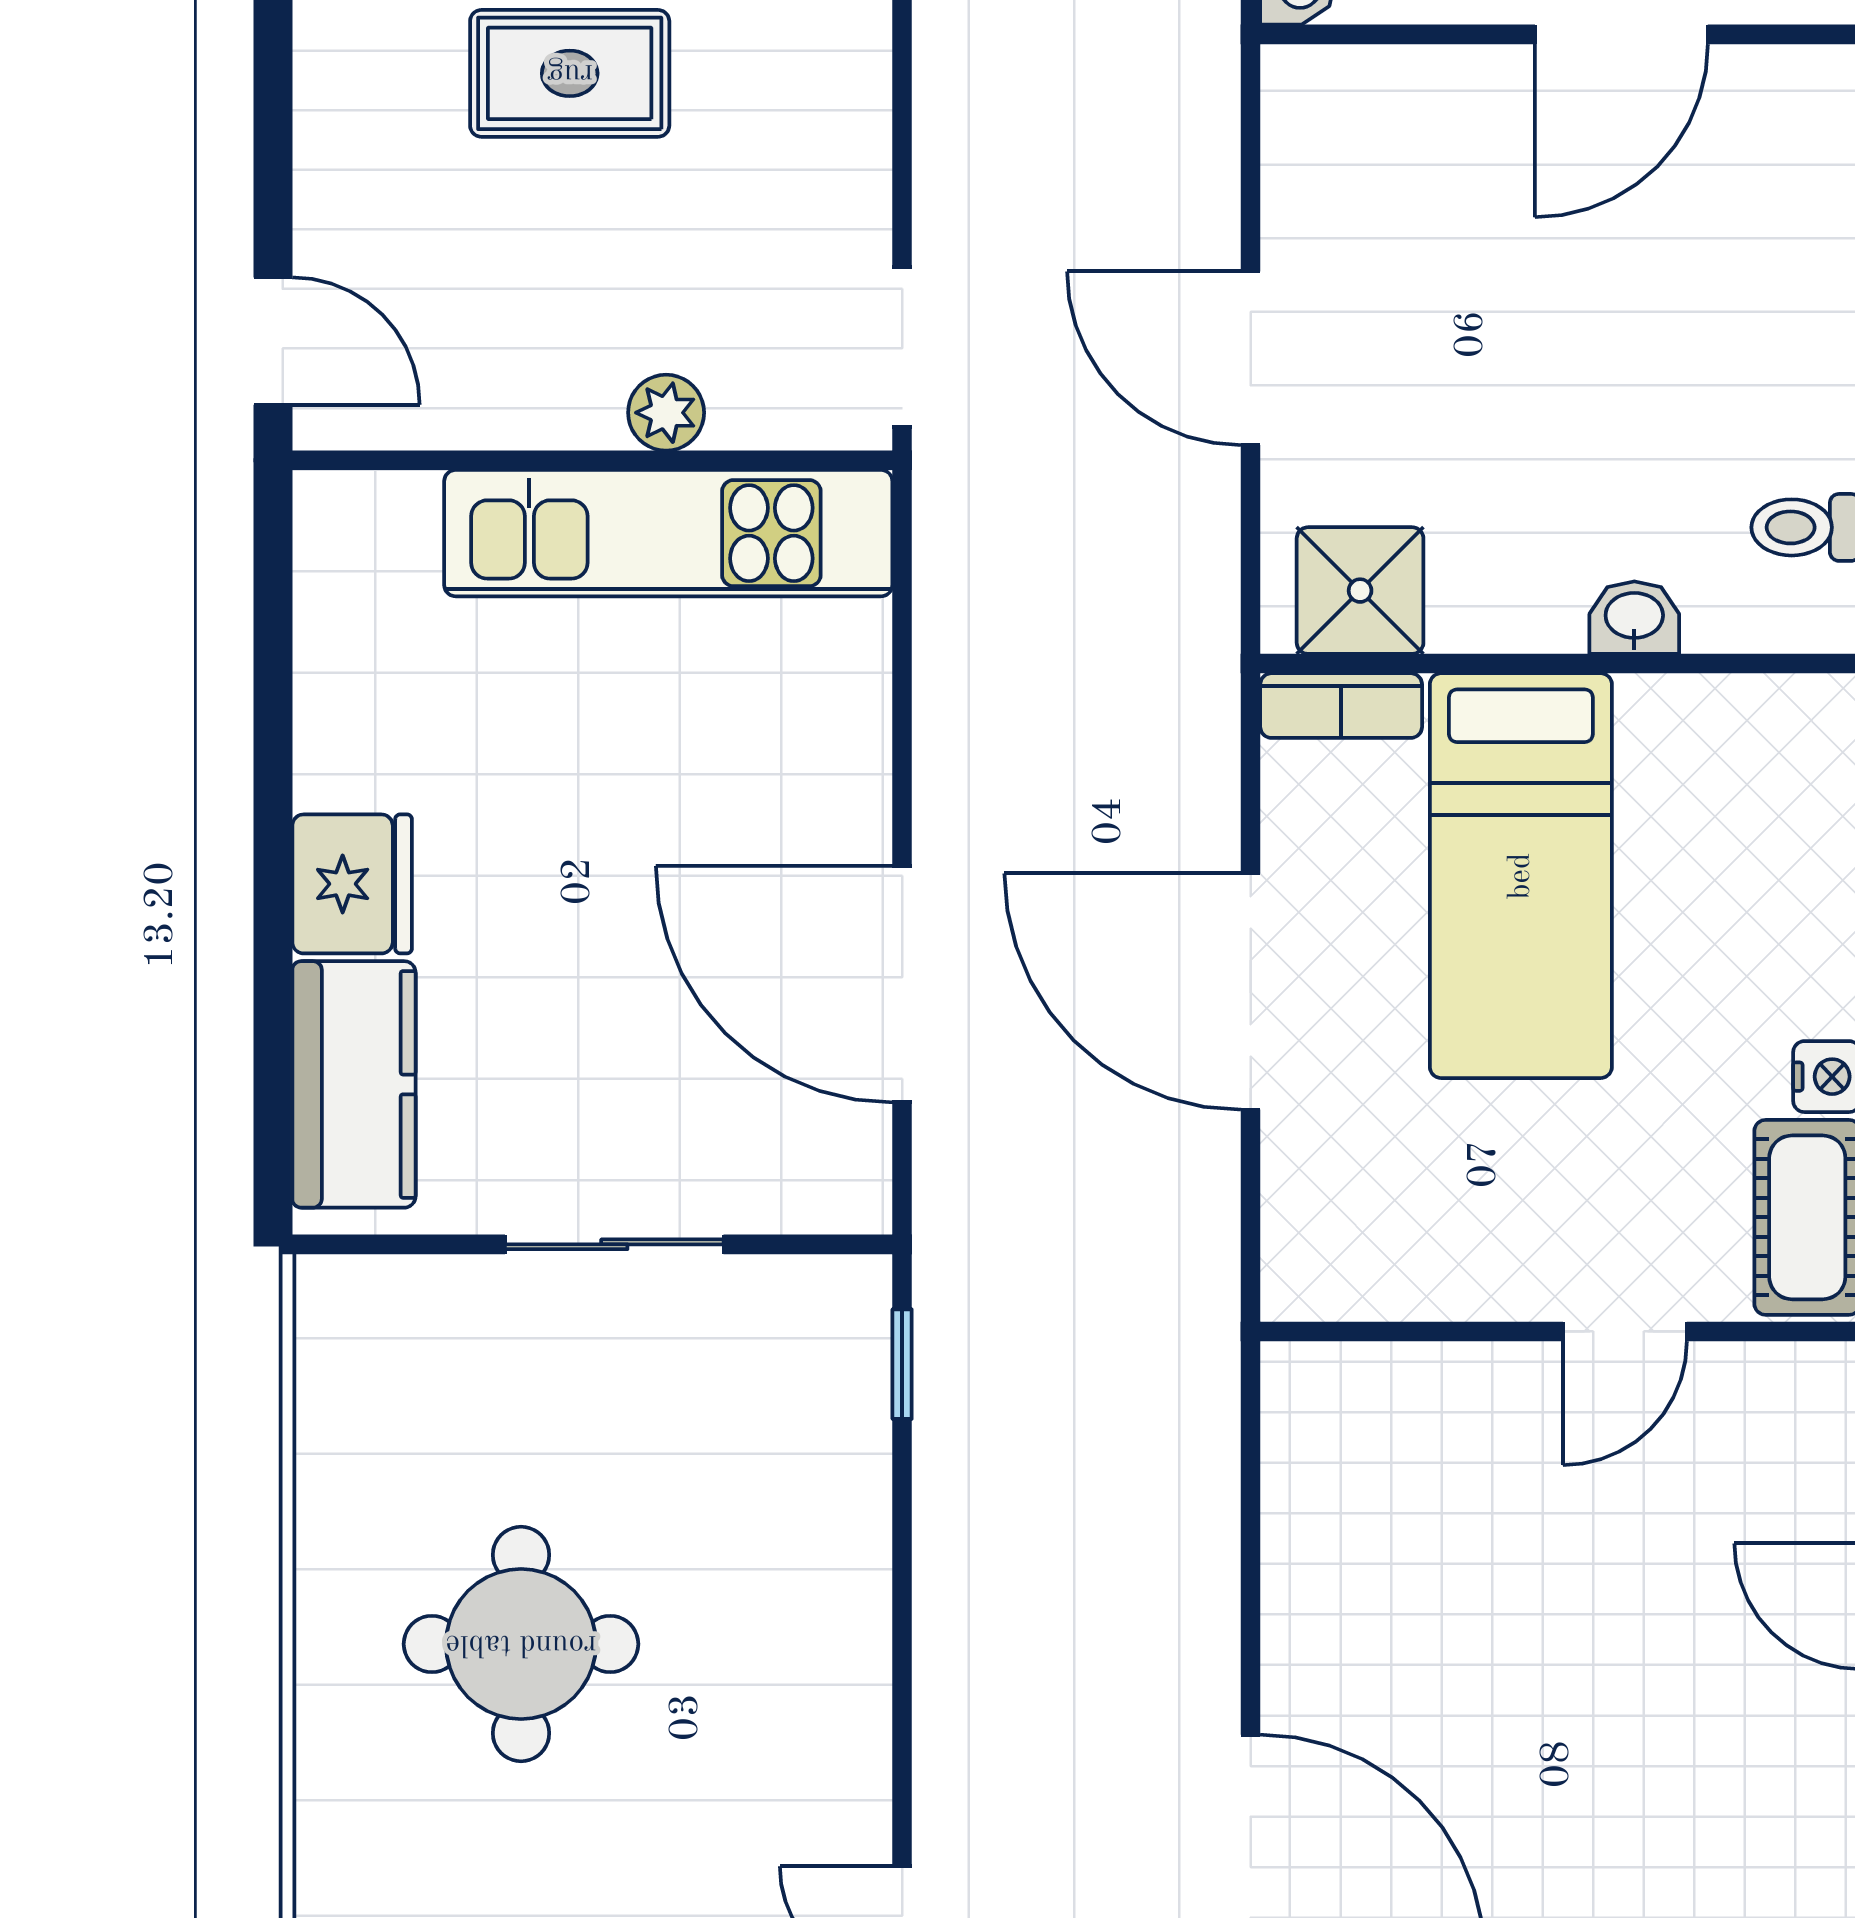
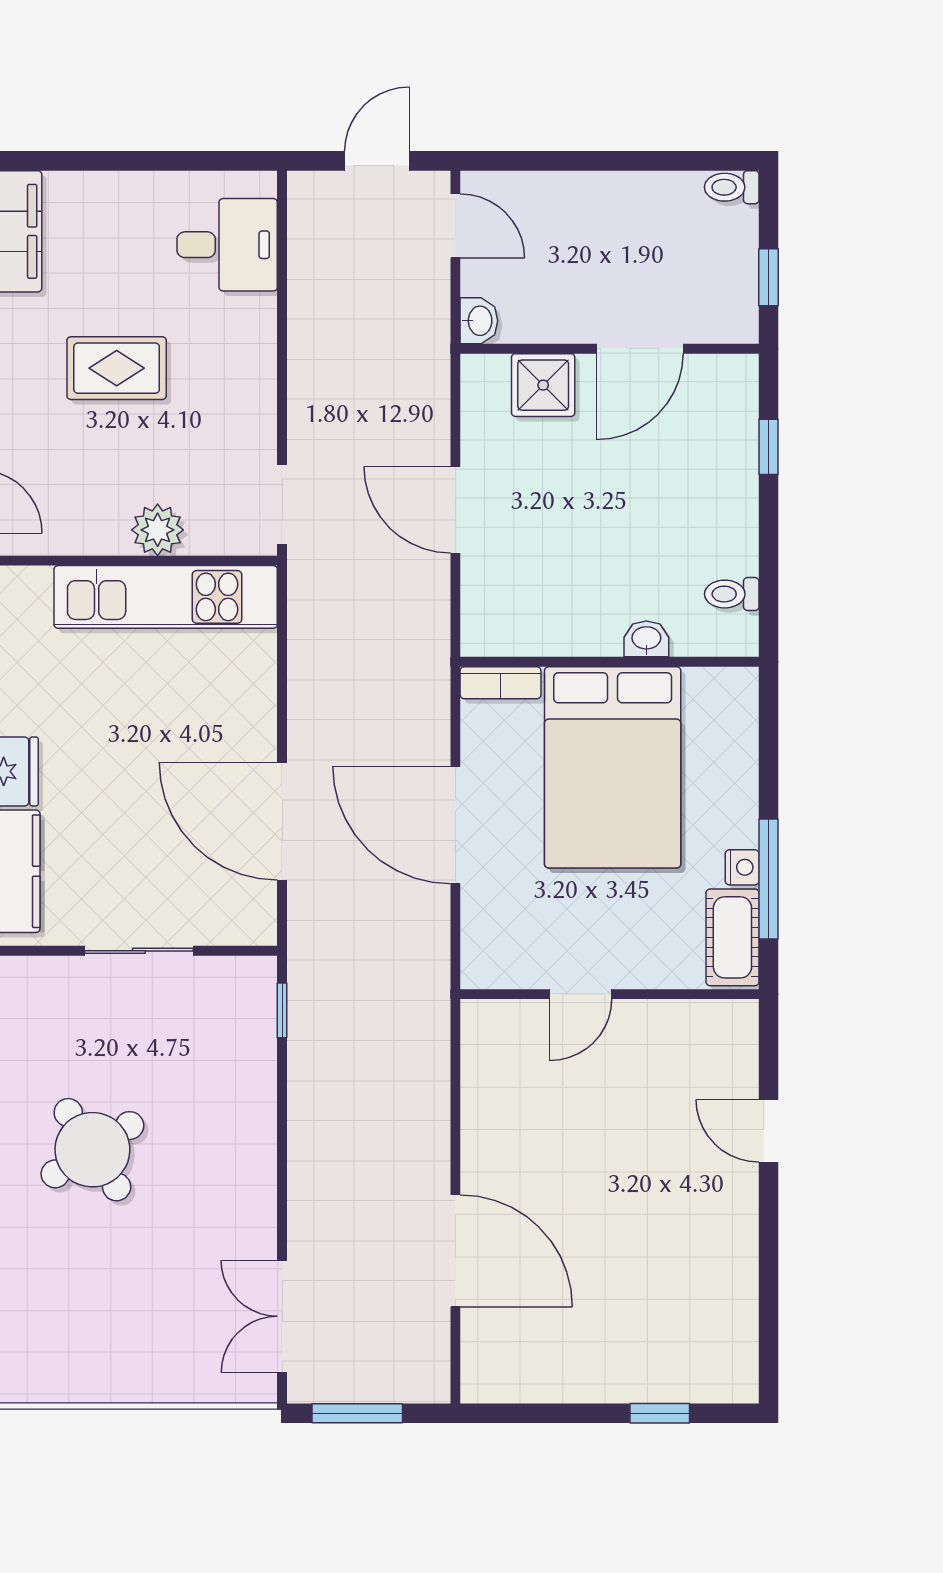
plant: (666, 413) -> (158, 530), width x1.38, depth x1.38
shower: (1360, 591) -> (543, 385), moved
bed: (1521, 876) -> (613, 767), width x1.50
door: (1625, 1331) -> (581, 994), moved
round table: (521, 1644) -> (92, 1150), turned -33

